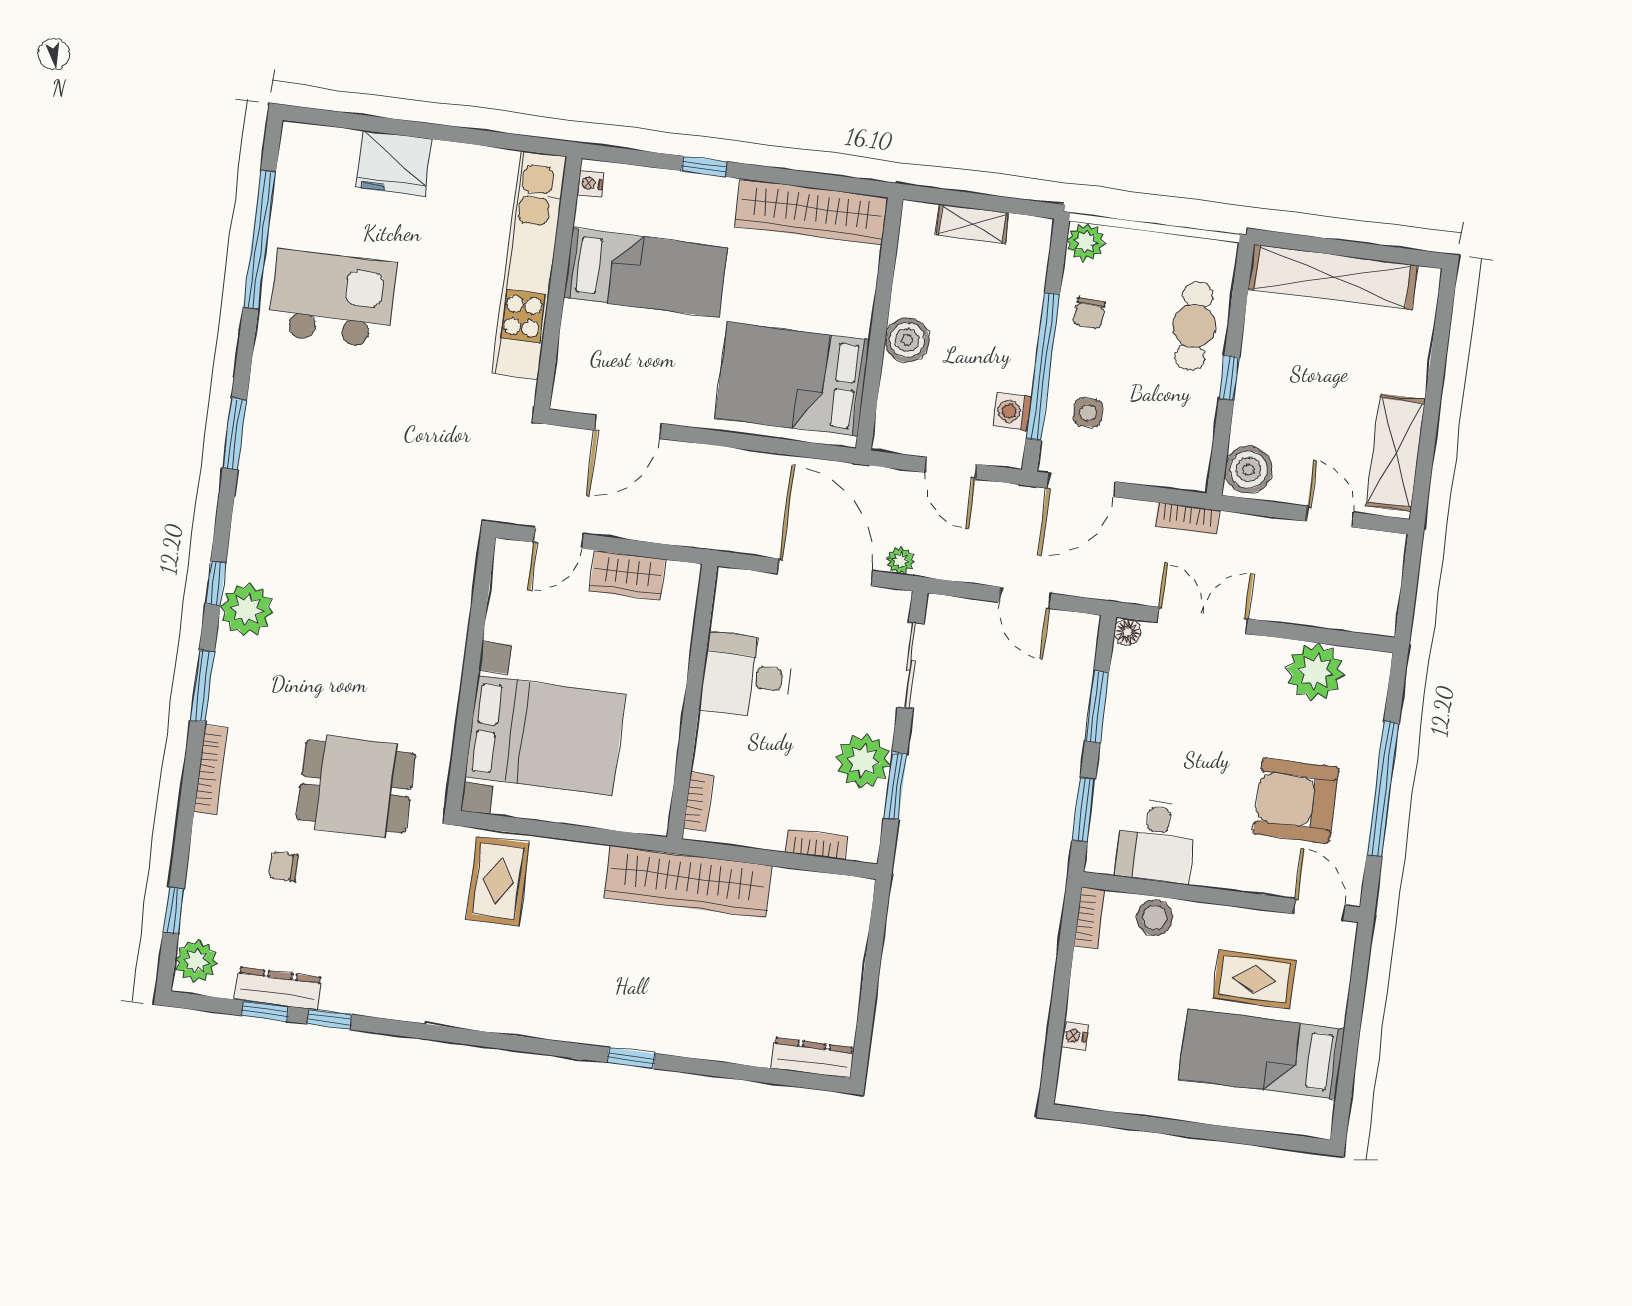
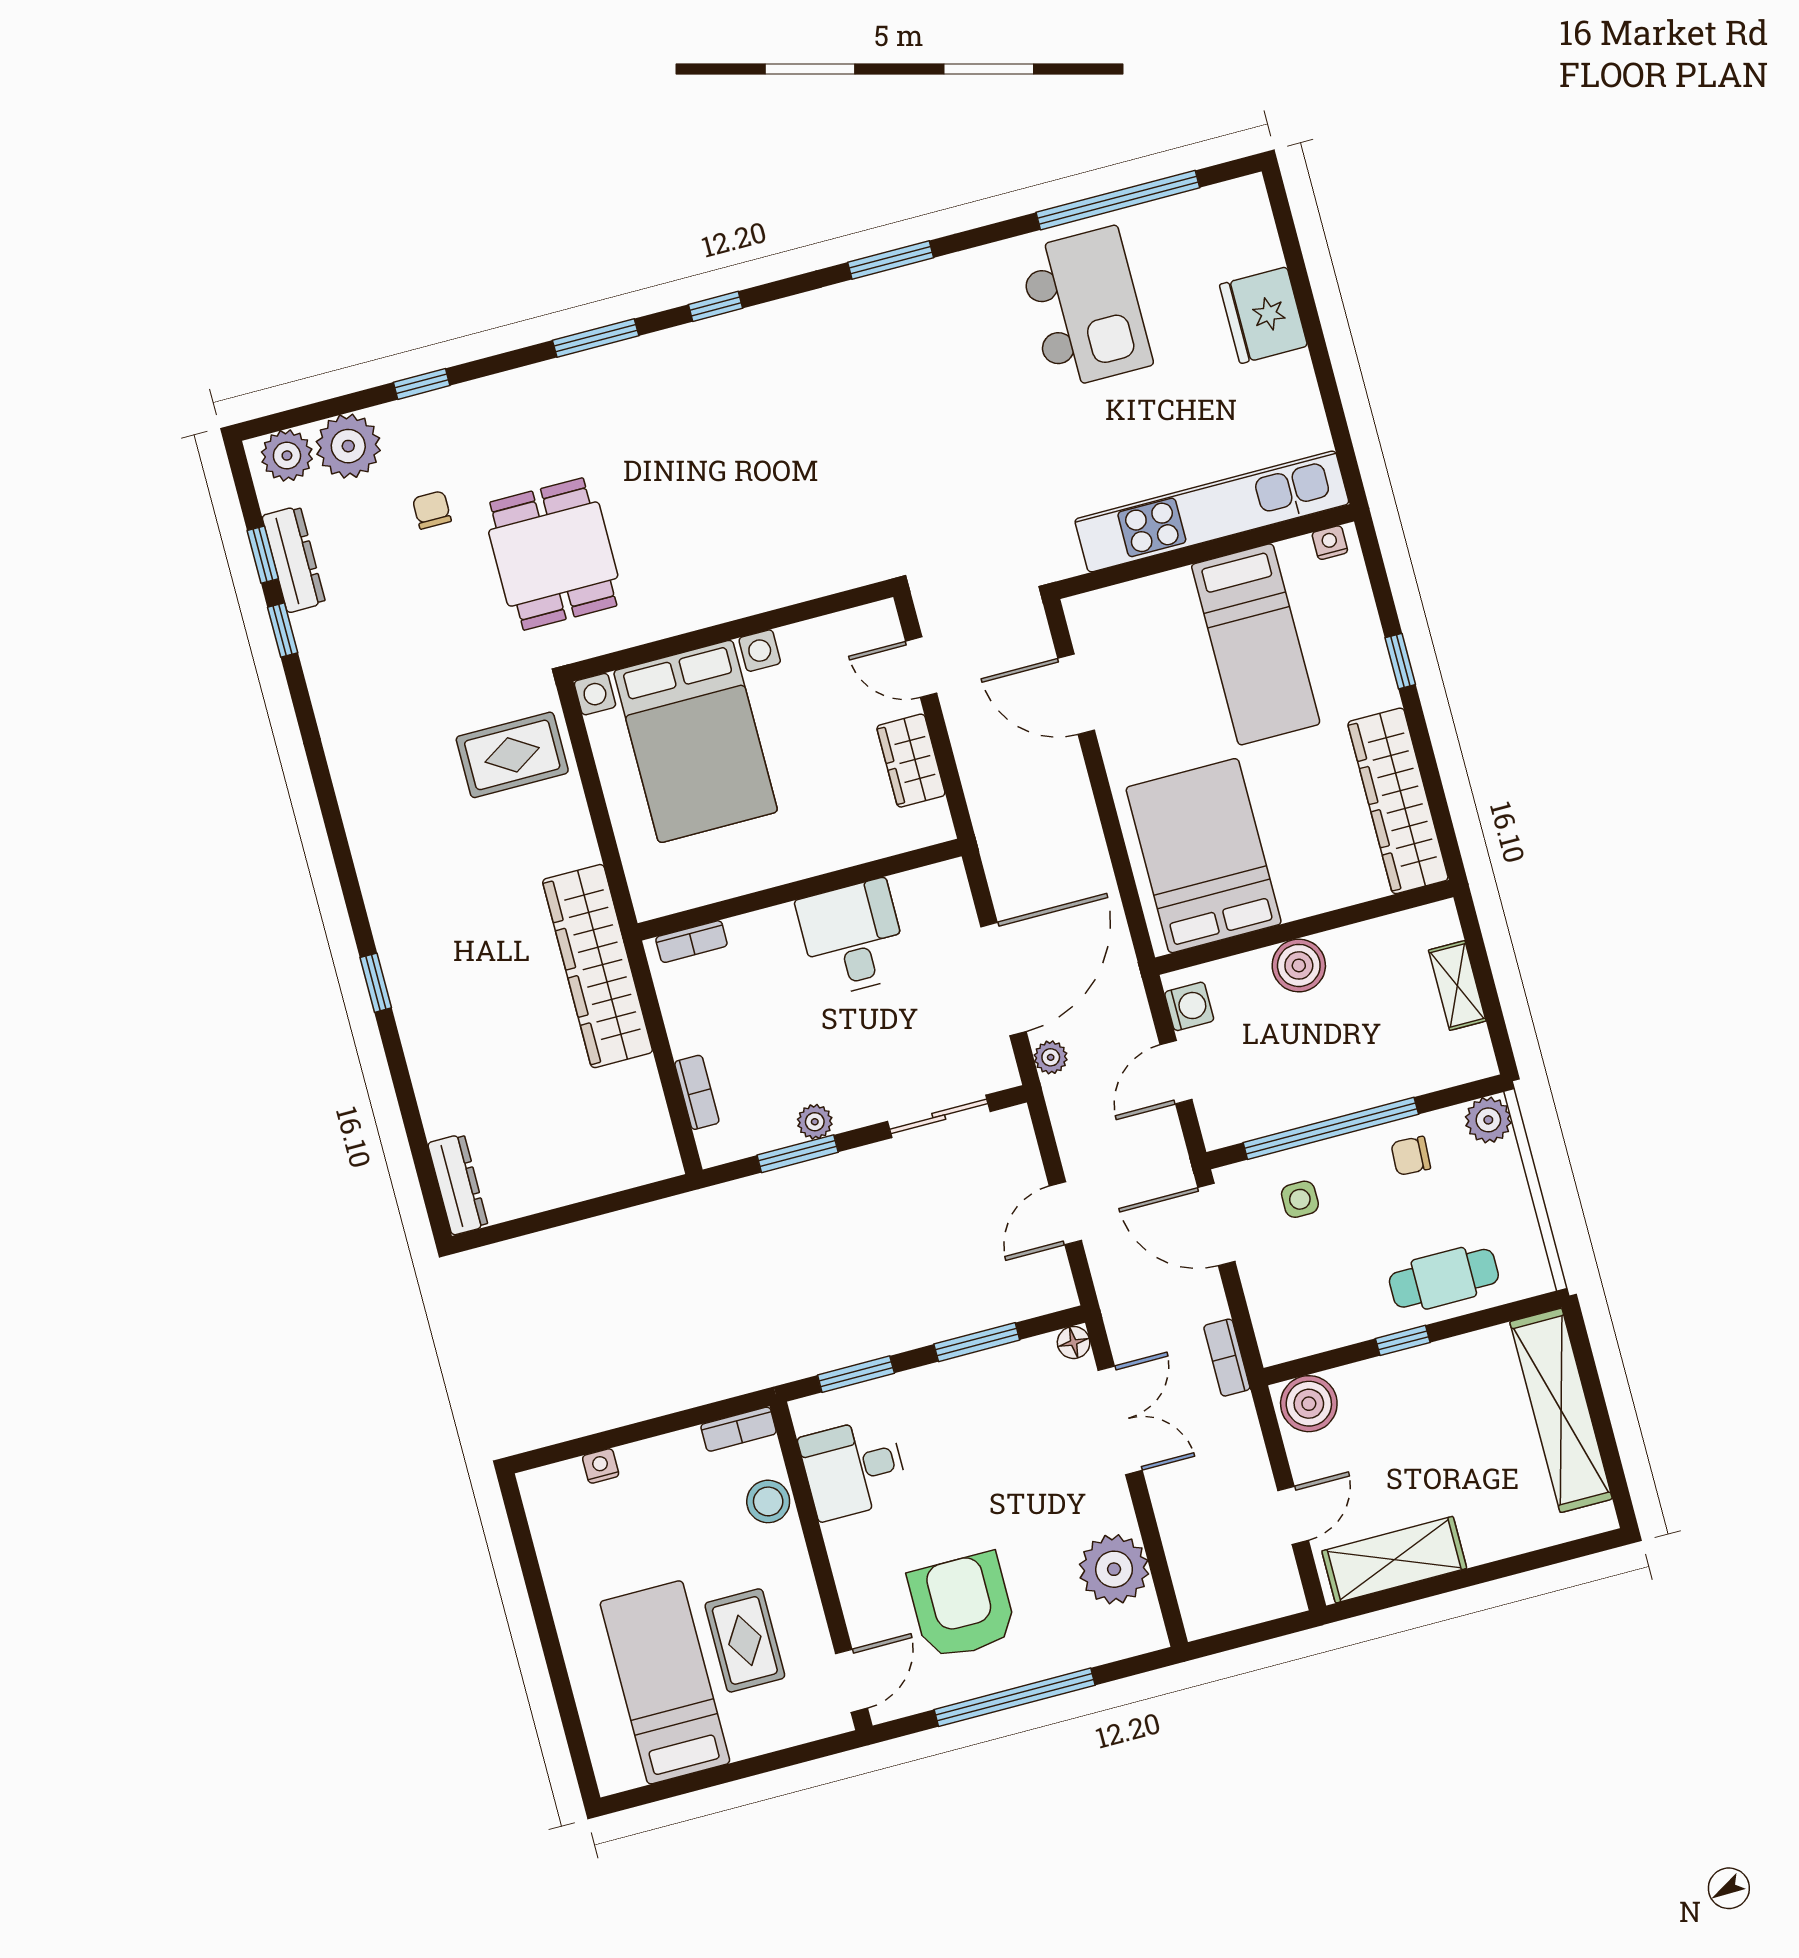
washing machine: (1012, 412) -> (1189, 1006), moved, turned 90
plant: (247, 610) -> (348, 446), moved
plant: (863, 761) -> (815, 1122), width x0.53, depth x0.53
bookcase: (210, 770) -> (506, 385), removed
window: (174, 911) -> (422, 384), moved

